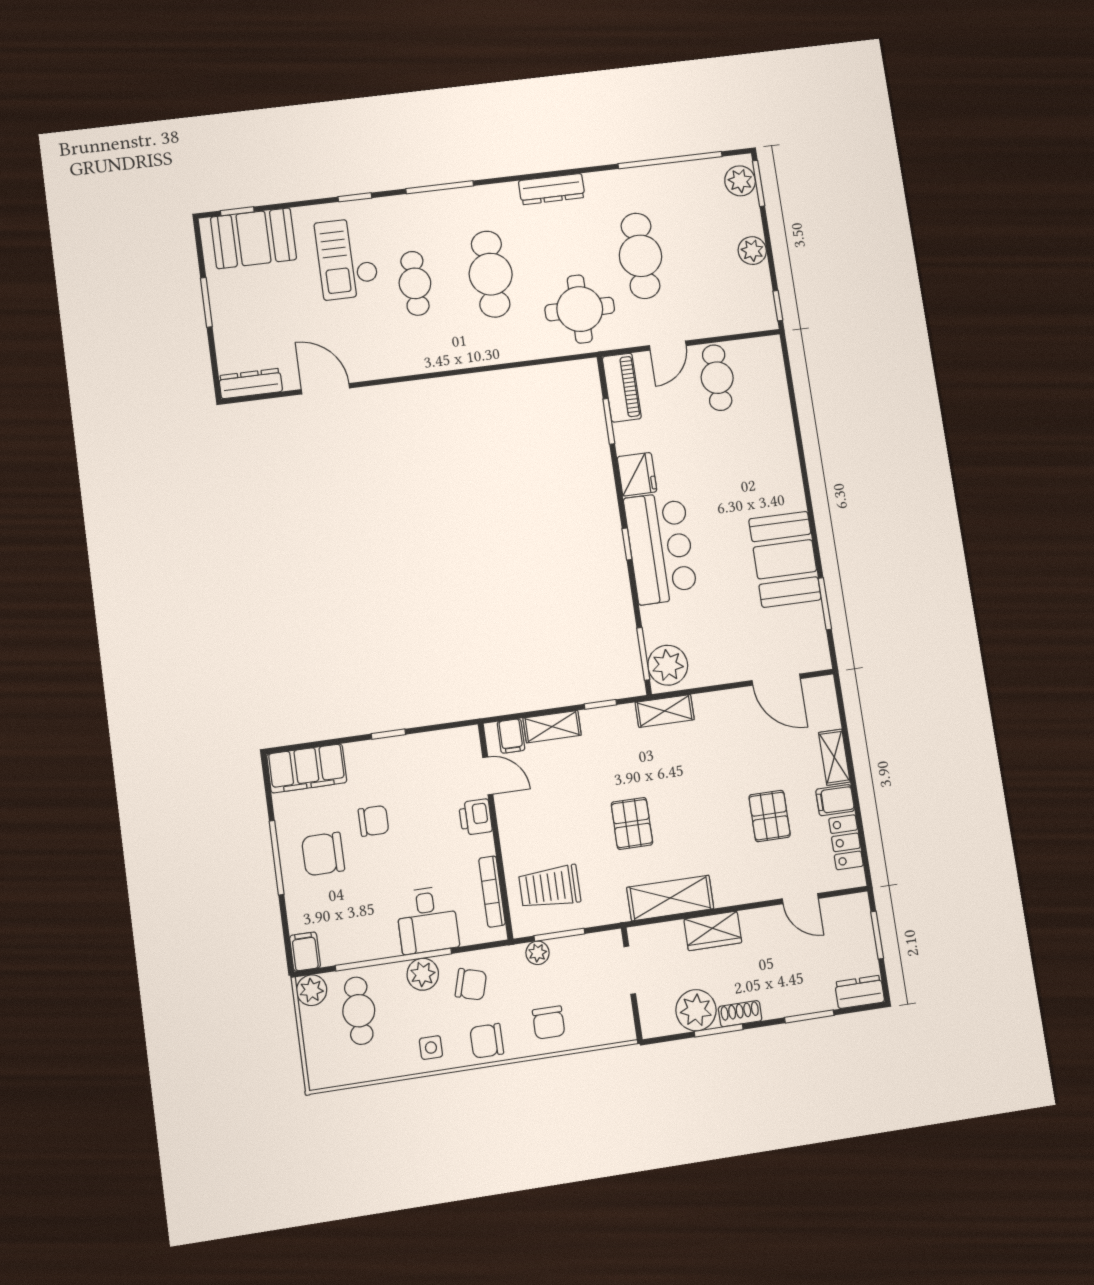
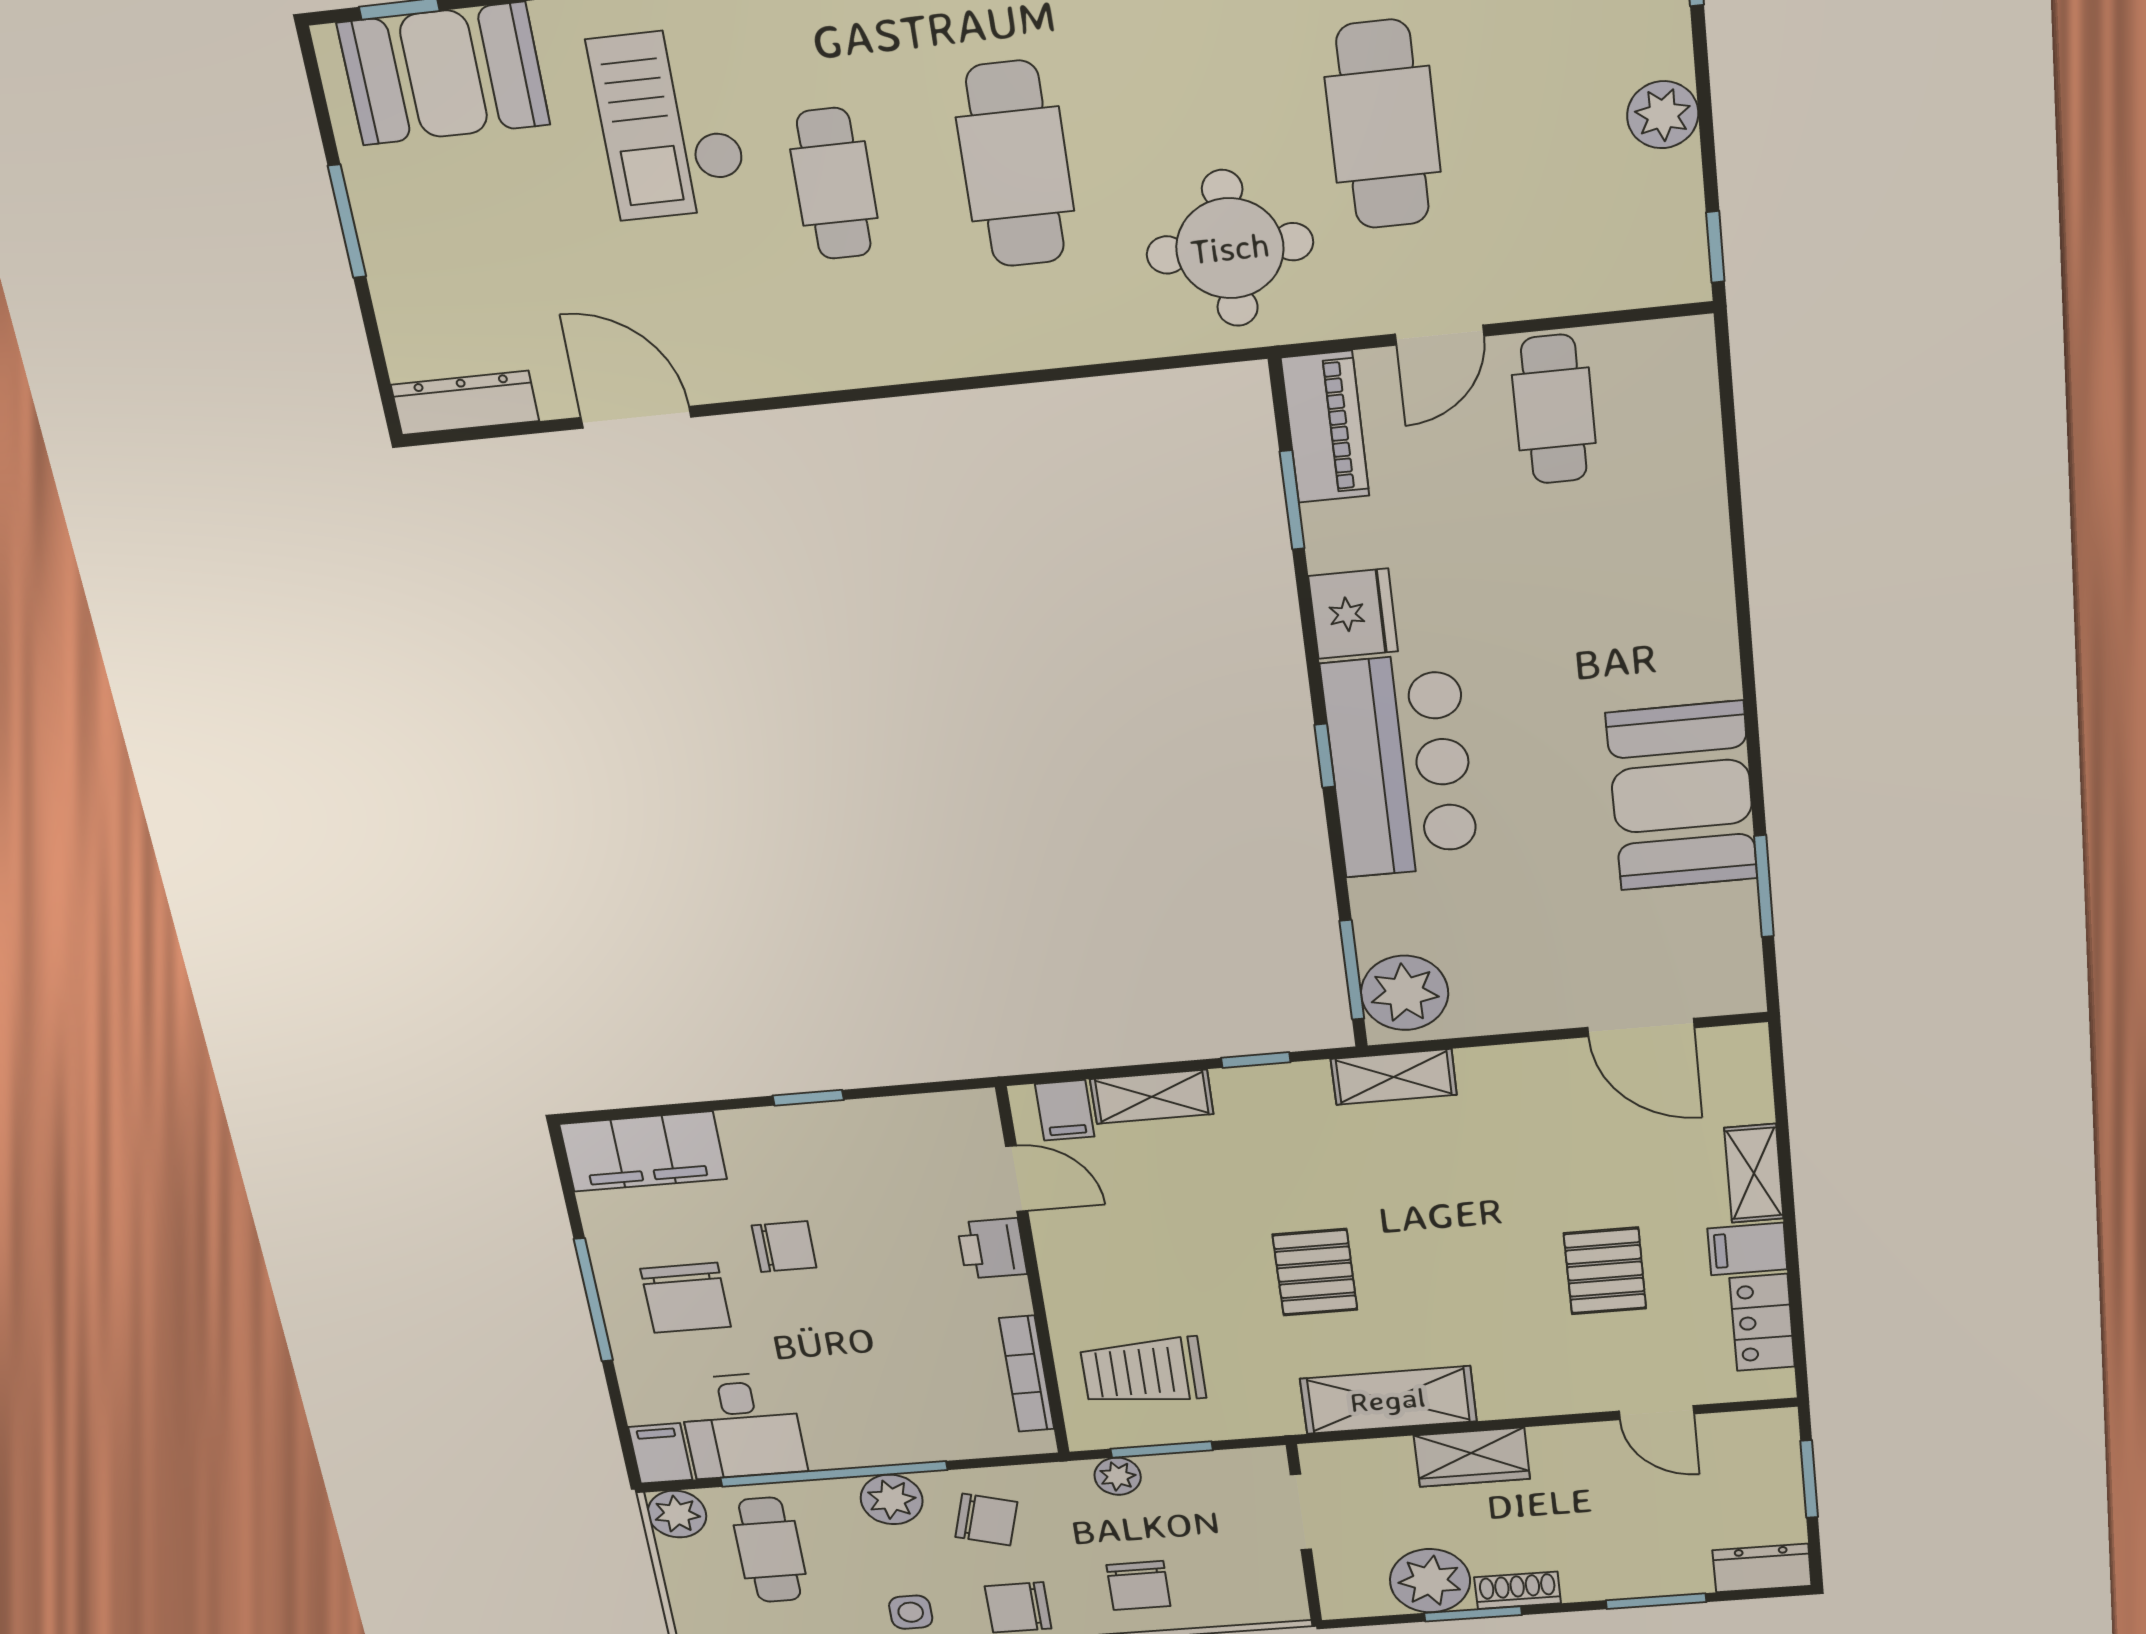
chair: (323, 854) -> (686, 1298), turned -90
desk: (427, 920) -> (742, 1426), moved

